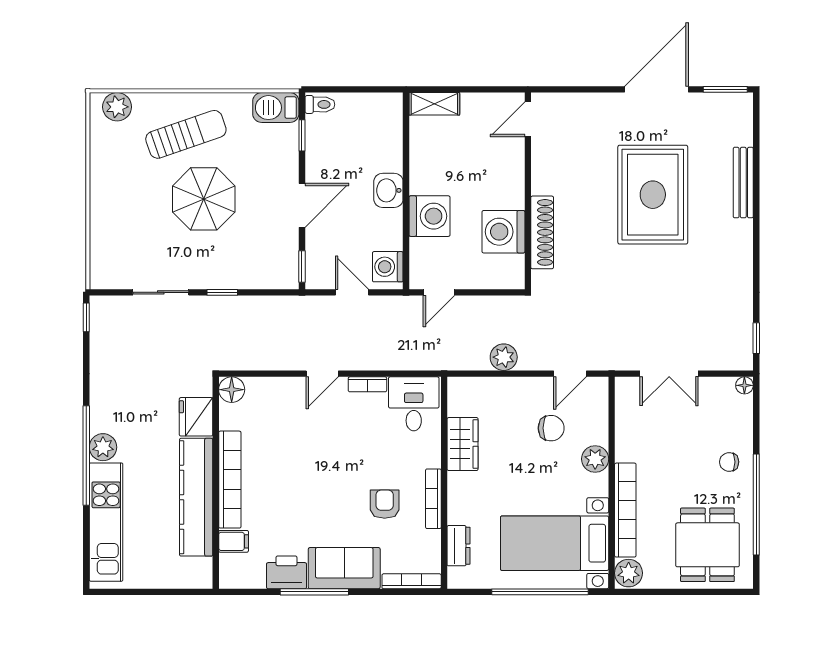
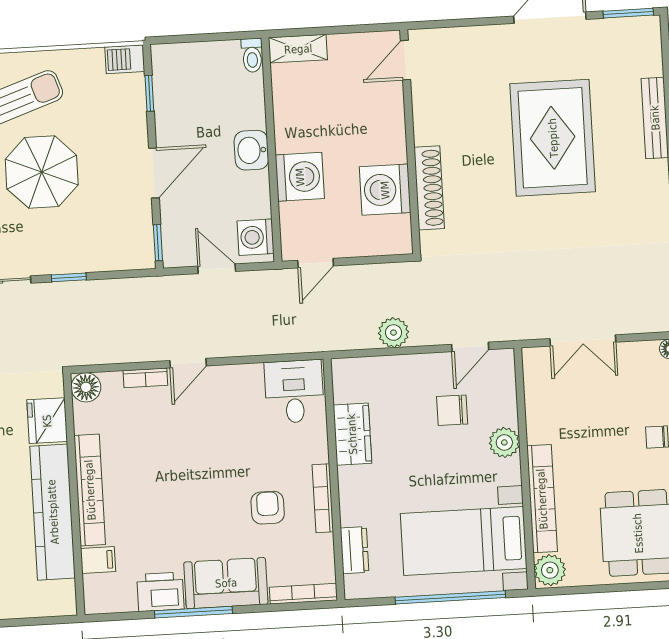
toilet: (320, 104) -> (252, 55), moved, turned 90
barbecue: (276, 108) -> (125, 59), width x0.73, depth x0.79
bookcase: (367, 384) -> (145, 378), moved
chair: (551, 428) -> (452, 410), turned 180

